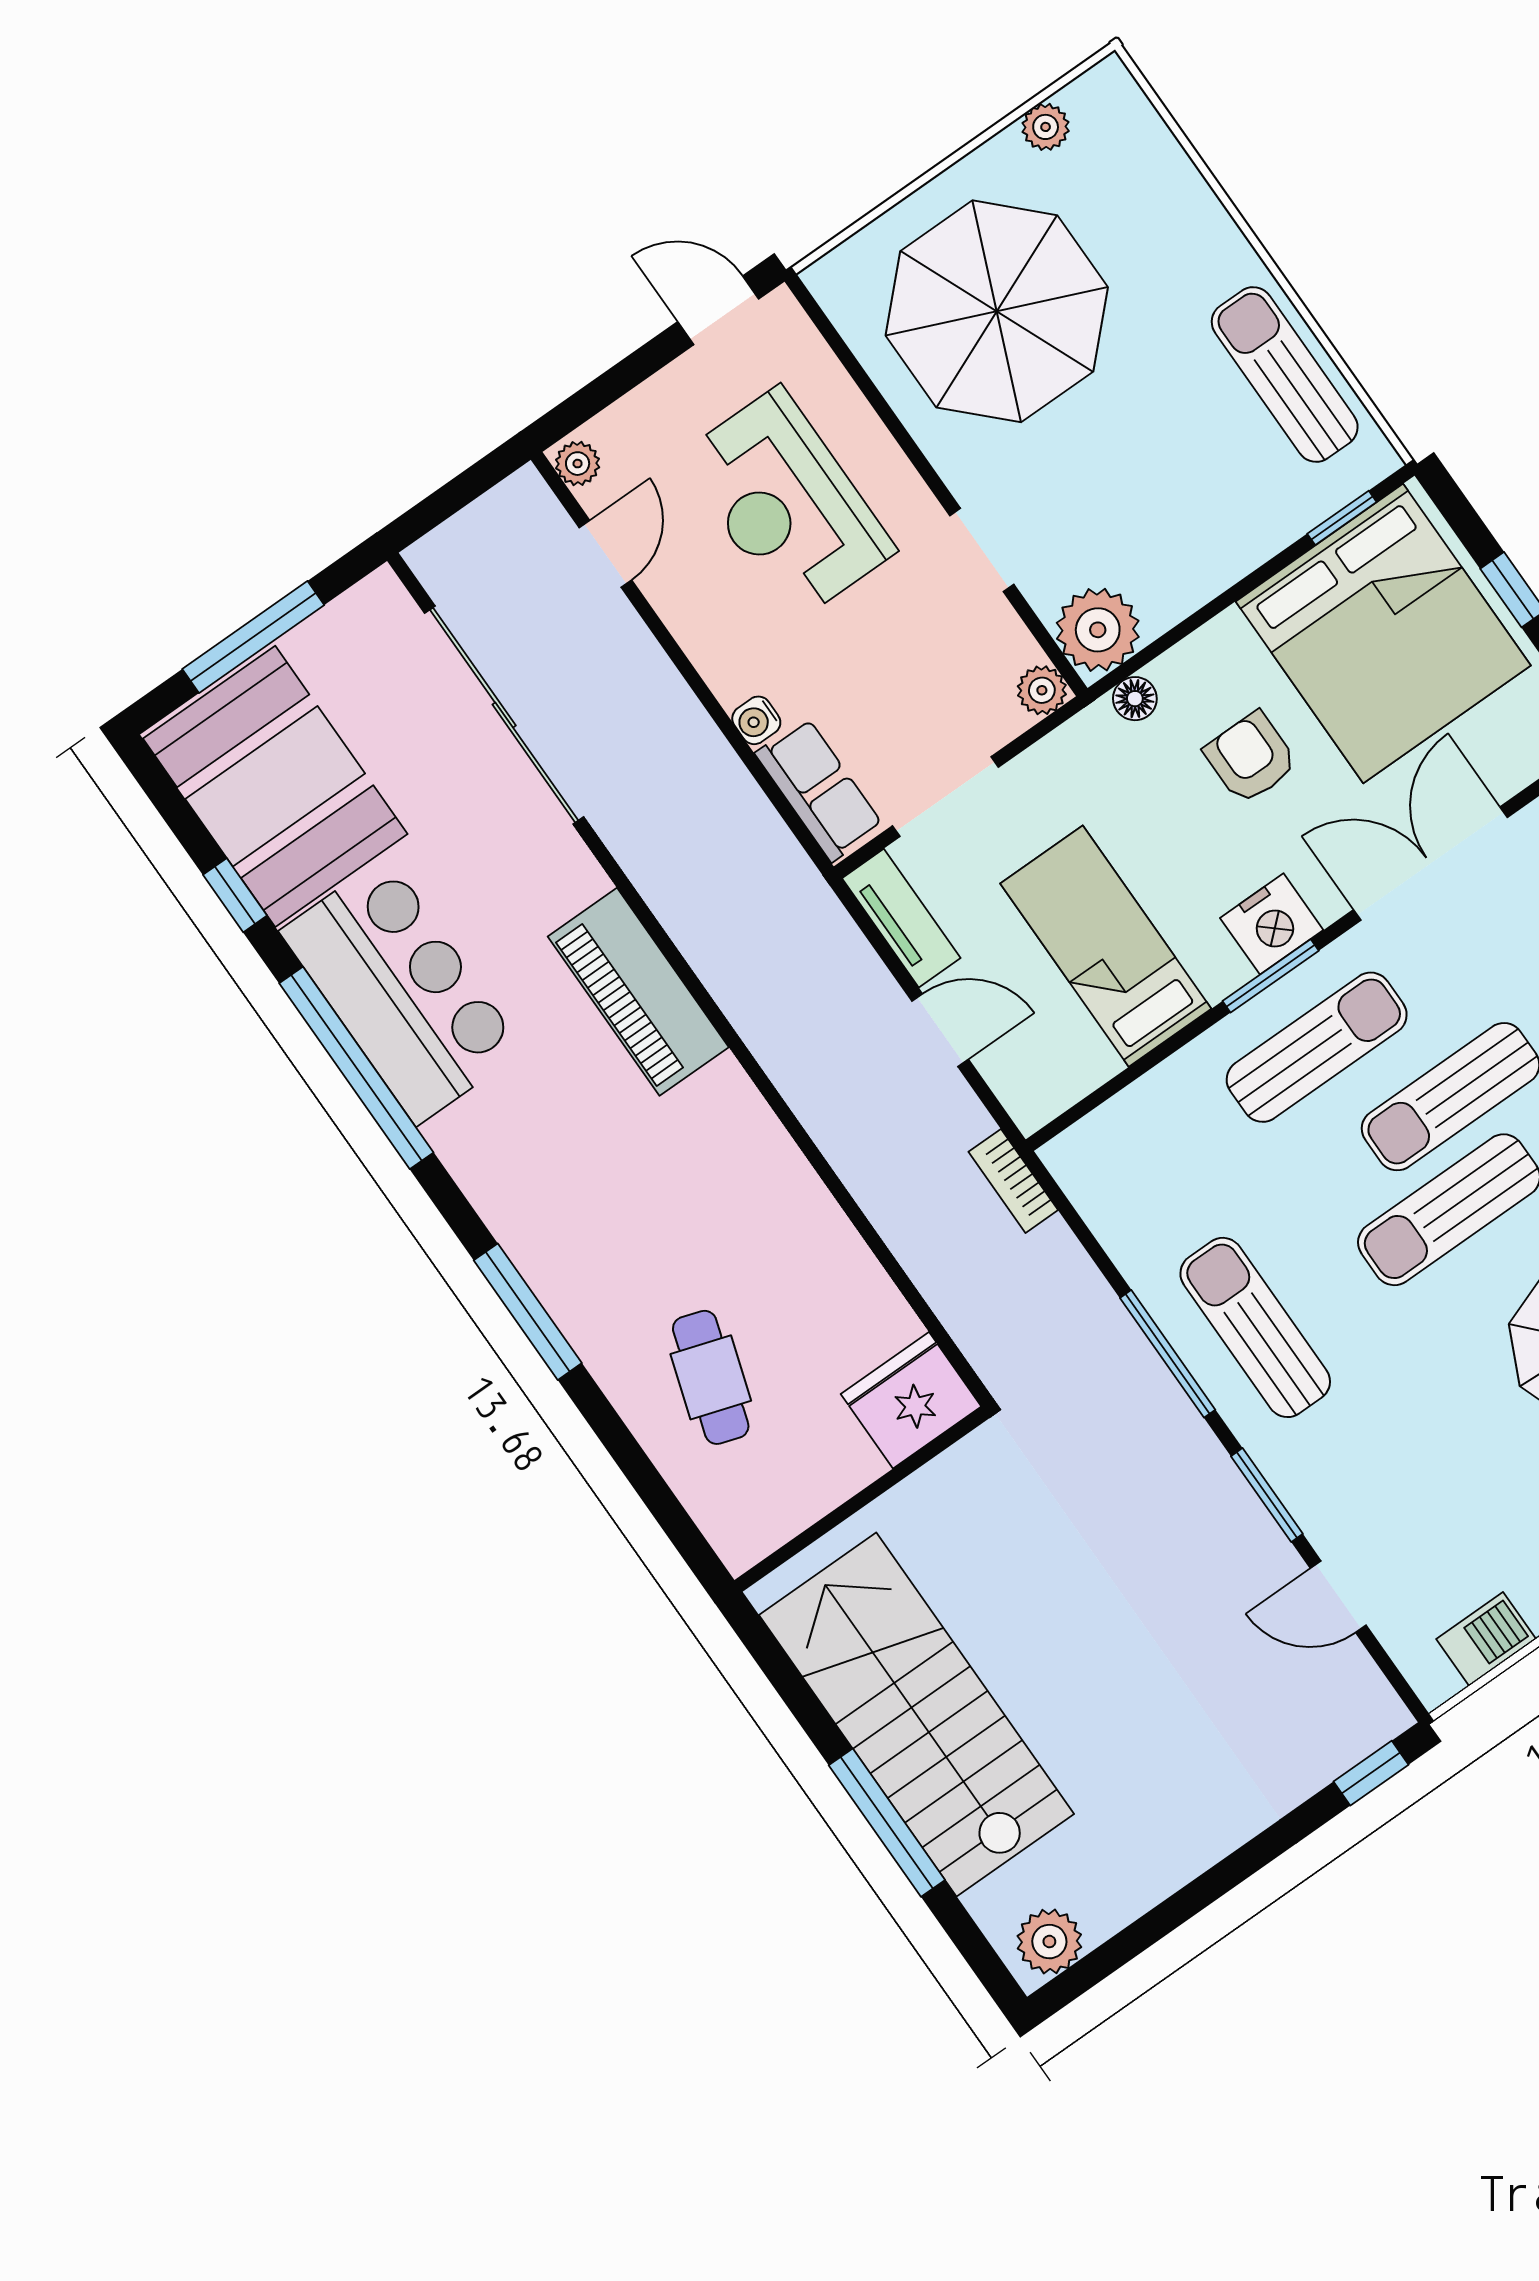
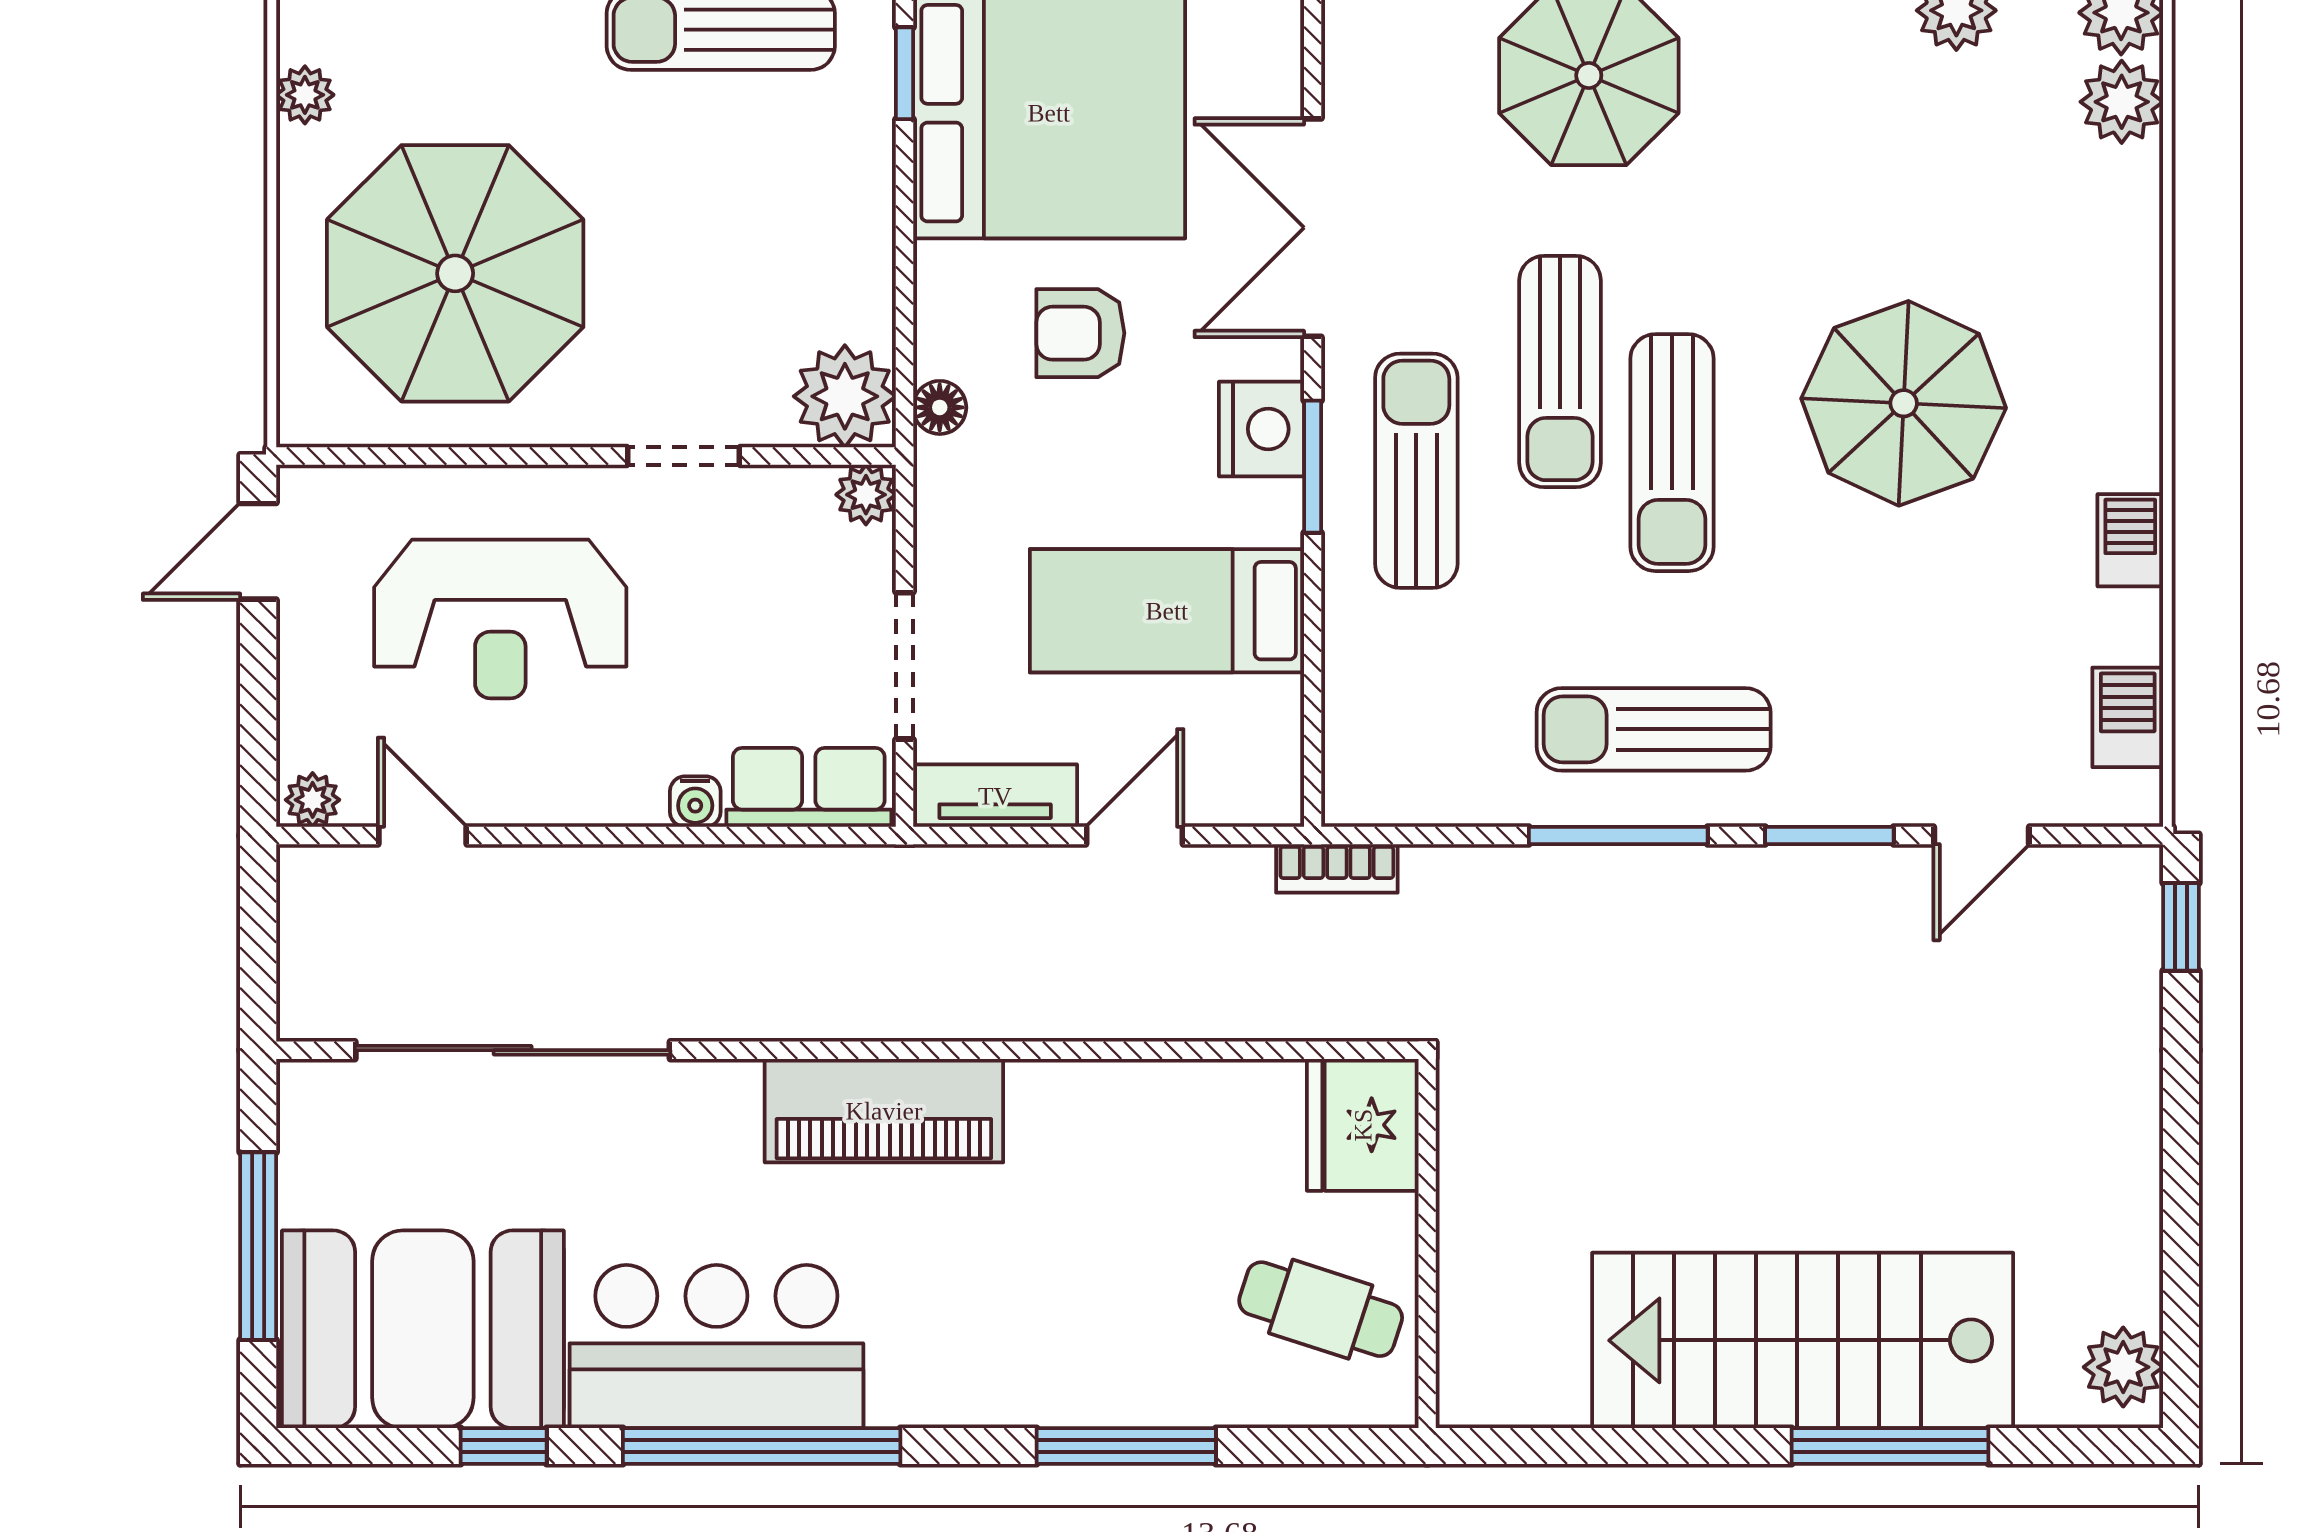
fridge: (911, 1400) -> (1363, 1125), moved
wall: (862, 1499) -> (1427, 1243), moved

